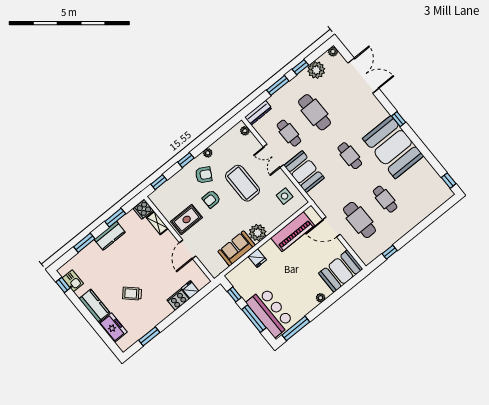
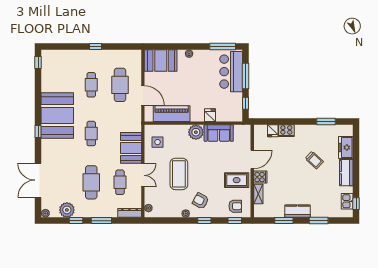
armchair: (211, 199) -> (235, 206), moved
cooker: (143, 209) -> (260, 177), moved
window: (390, 252) -> (96, 46), moved

